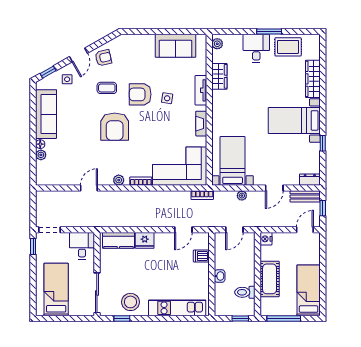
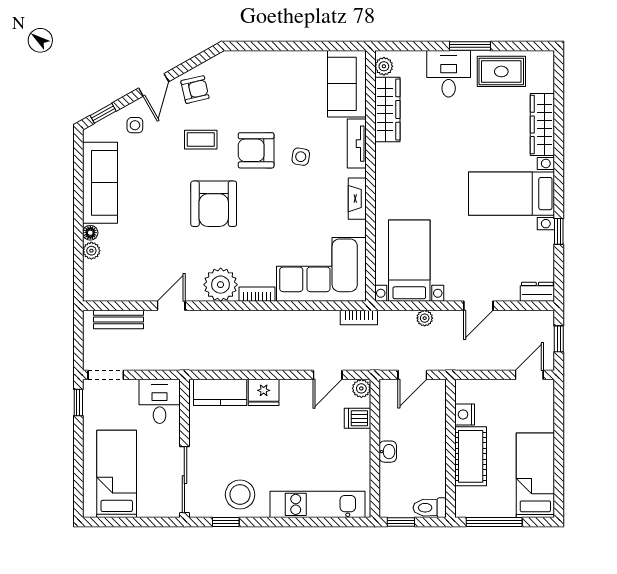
sofa: (175, 46) -> (347, 84), moved, turned 90
wardrobe: (219, 76) -> (387, 109), width x1.50
plant: (119, 180) -> (221, 285), width x1.88, depth x1.88
bench: (305, 196) -> (118, 320), moved
plant: (204, 238) -> (361, 388), added
nightstand: (266, 239) -> (465, 414), moved
toilet: (245, 292) -> (430, 508), moved
window: (240, 319) -> (401, 522), moved

